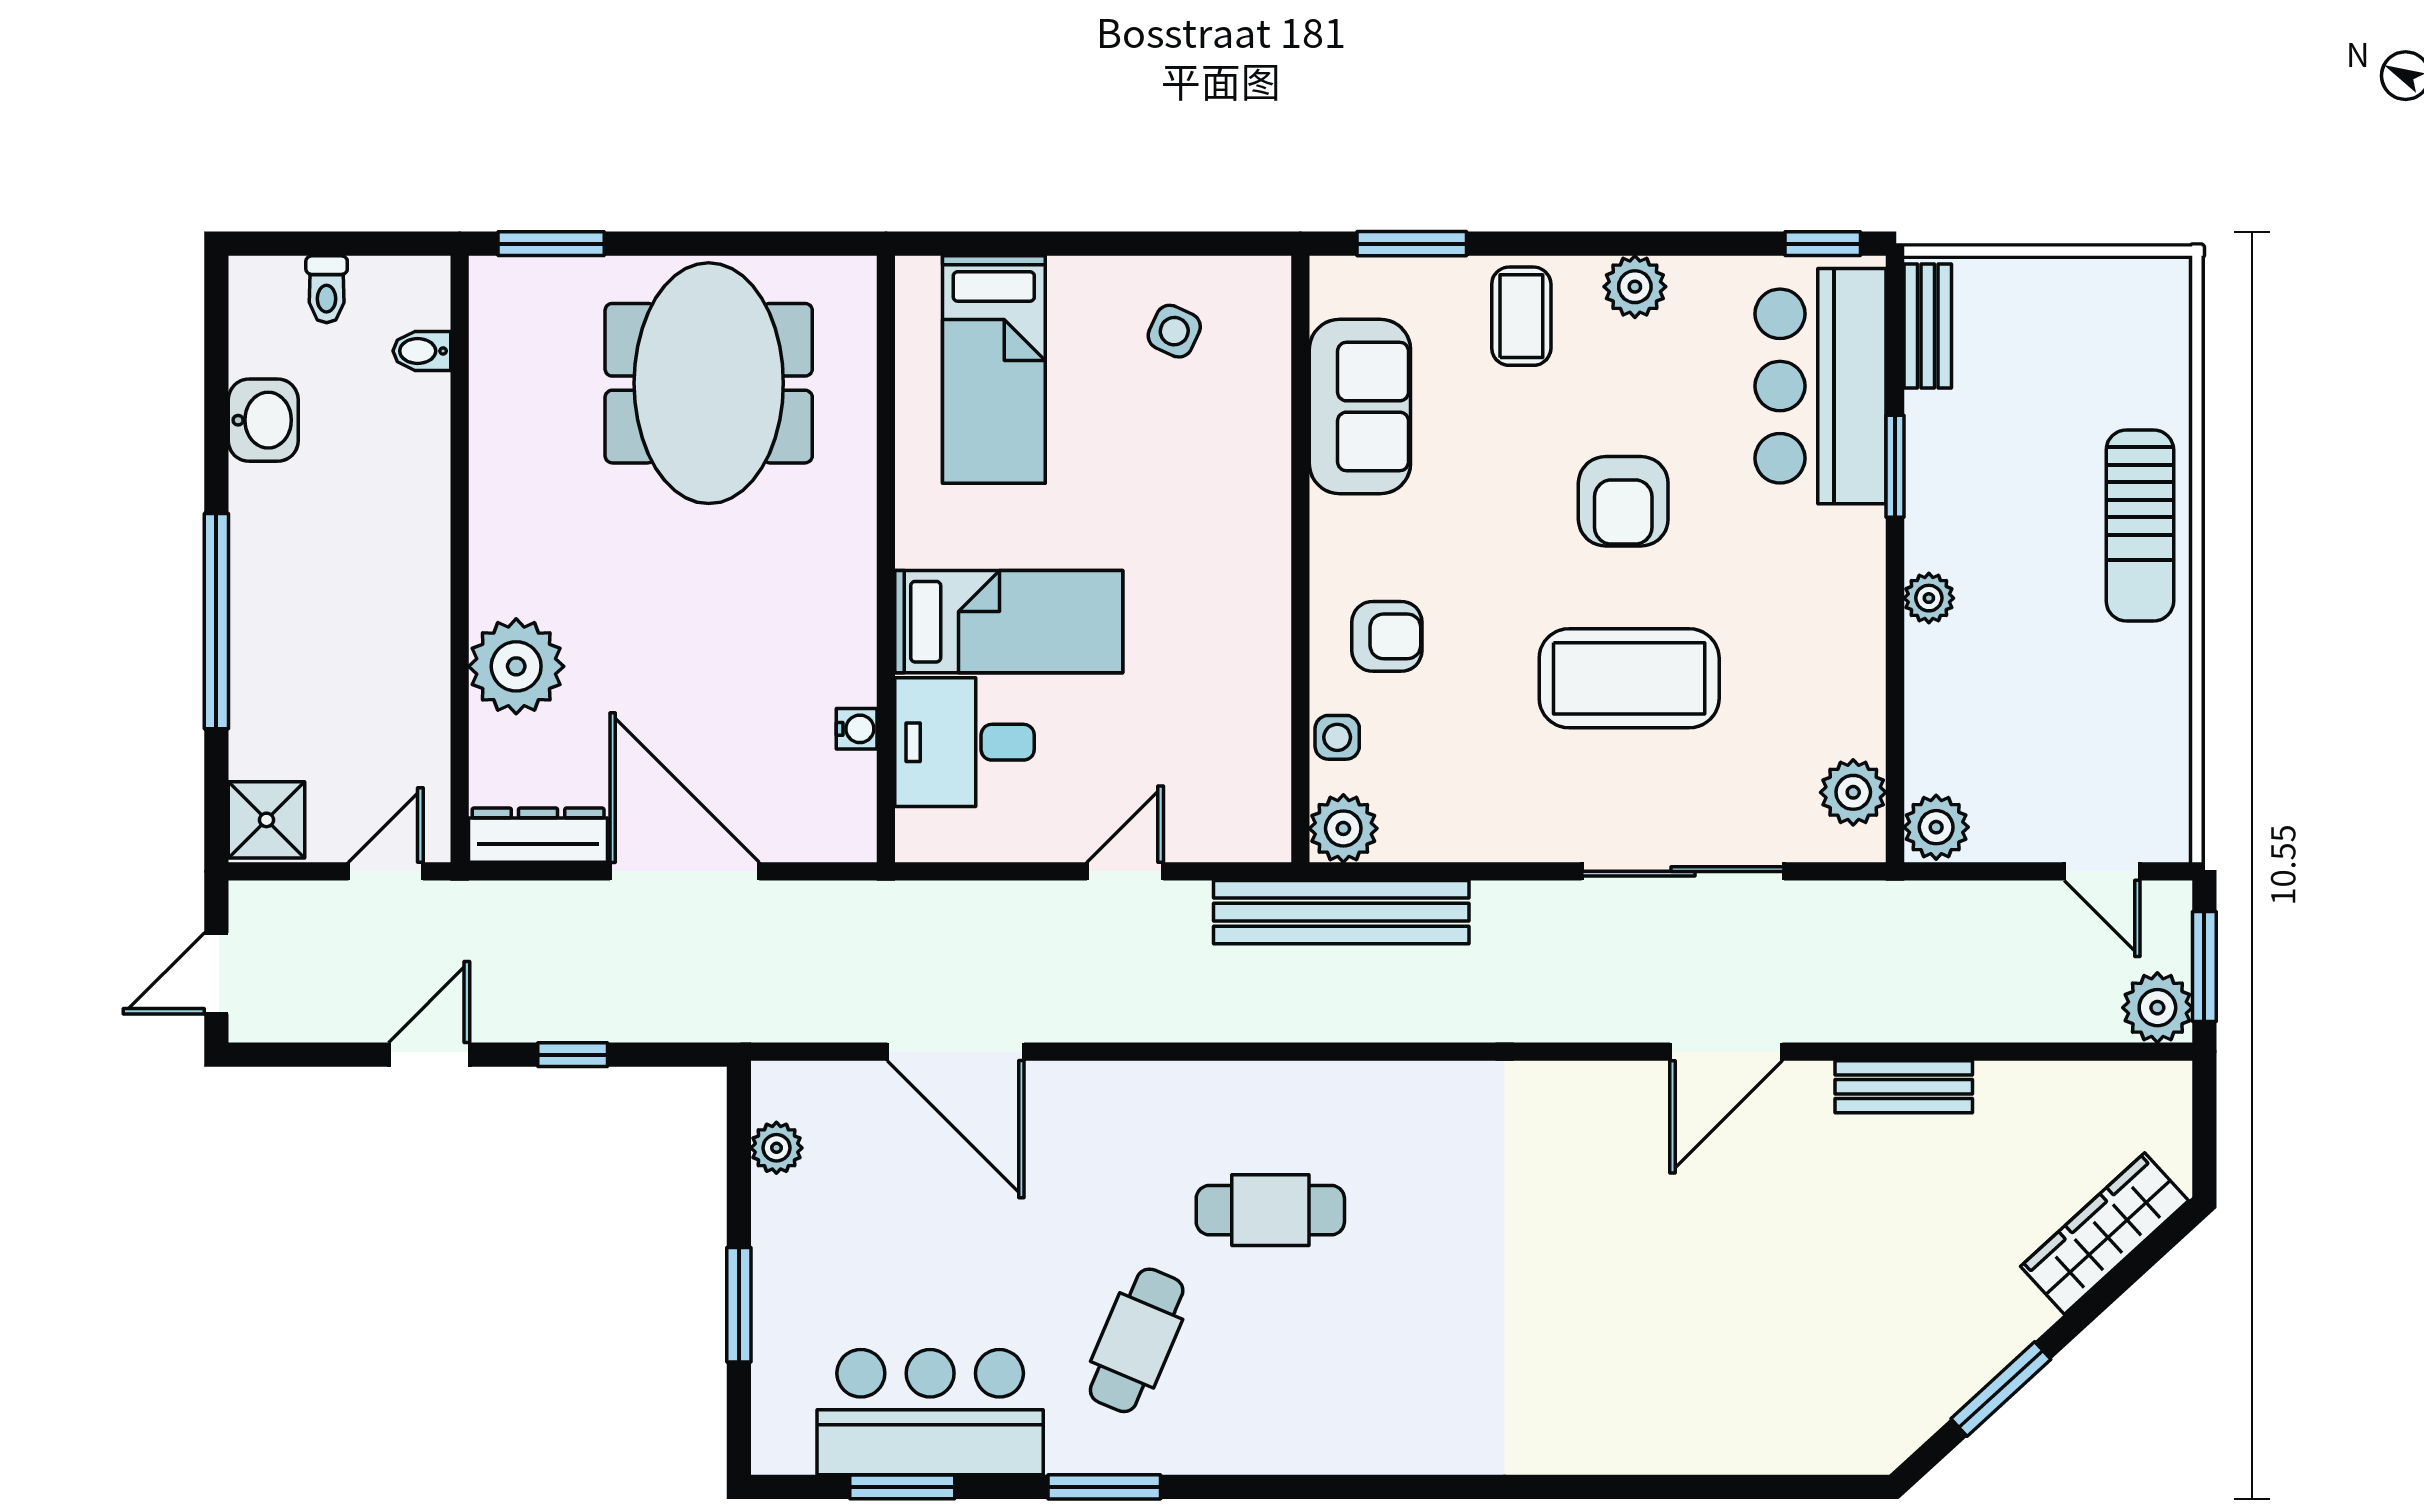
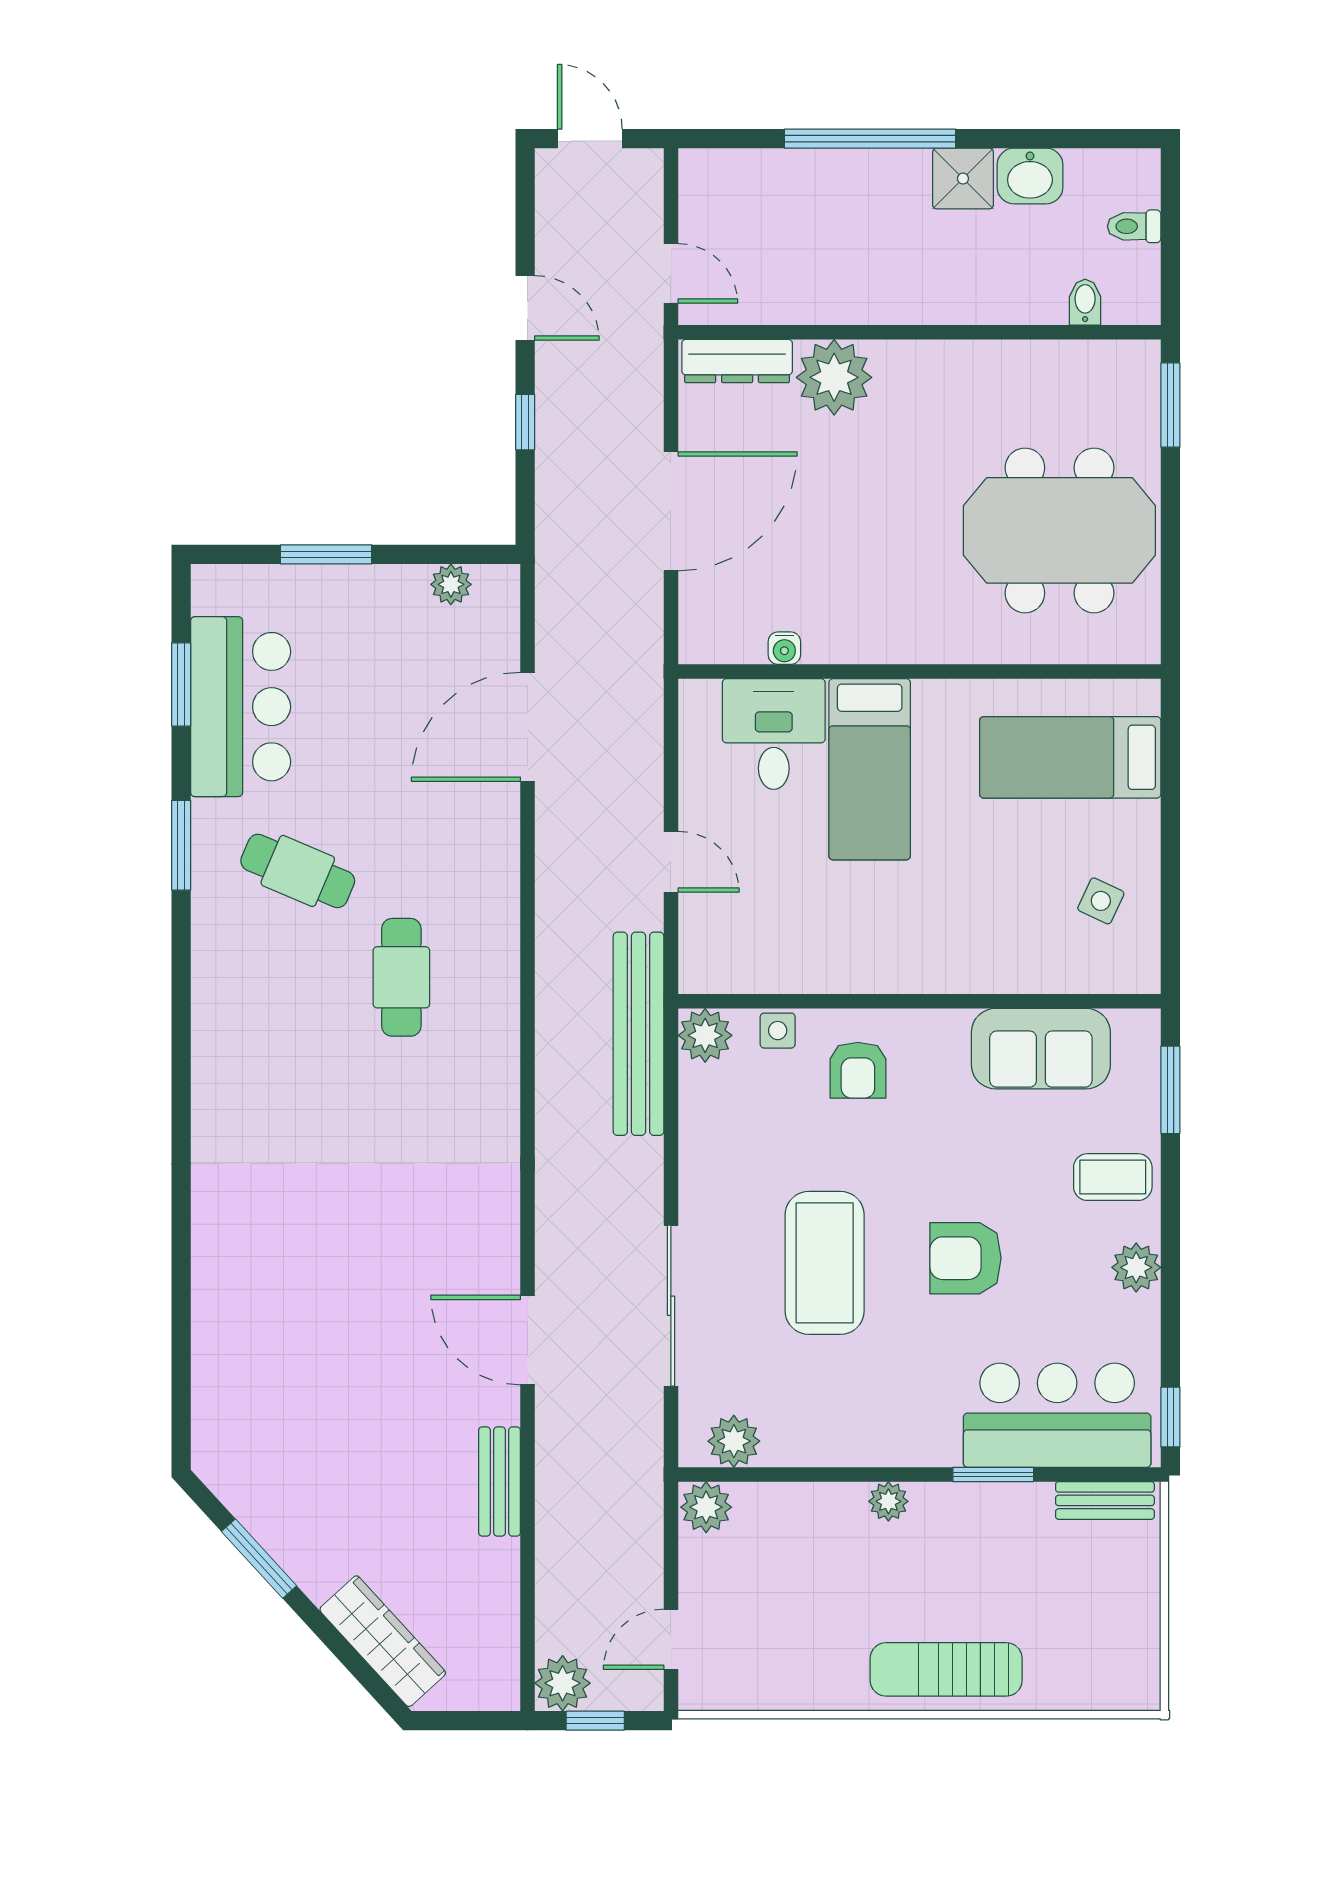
shower: (266, 820) -> (963, 179), moved
dresser: (538, 835) -> (737, 361), moved, turned 90
window: (2204, 966) -> (595, 1721), width x0.67

